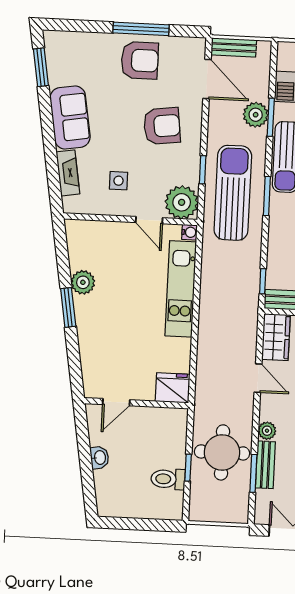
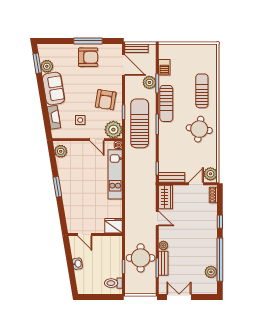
plant: (59, 74) -> (47, 66), added
armchair: (162, 126) -> (106, 100), moved, turned 106
plant: (83, 282) -> (61, 151), moved
door: (116, 402) -> (85, 235), hinge flipped
toilet: (168, 479) -> (113, 283), moved

